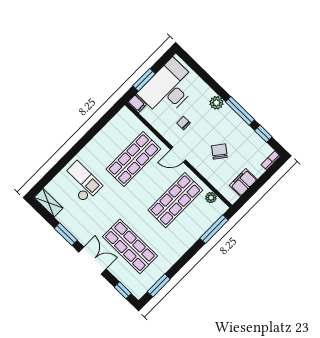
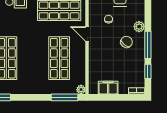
chair: (219, 151) -> (126, 42), moved
plant: (211, 198) -> (81, 90), moved
shop shelf: (175, 200) -> (59, 58), turned 90

